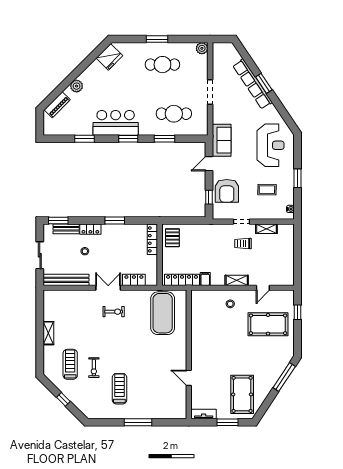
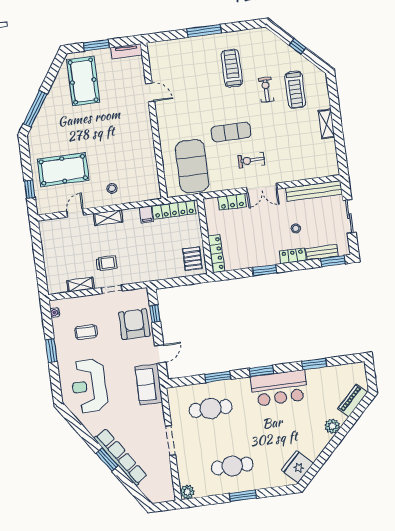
exercise mat: (127, 337) -> (231, 132), added
treadmill: (119, 389) -> (232, 68), turned 180

